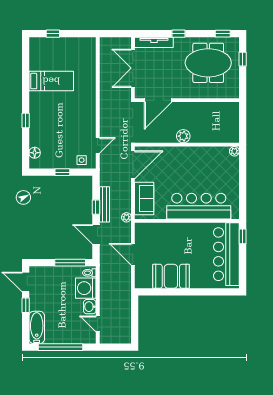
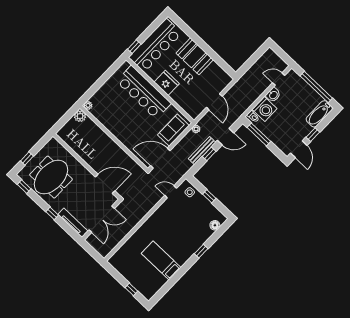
meeting table: (208, 63) -> (51, 177), turned 90
plant: (183, 136) -> (80, 116), moved
fridge: (187, 232) -> (167, 83), added
door: (96, 234) -> (226, 137), hinge flipped
booth: (171, 276) -> (195, 56), moved
door: (98, 324) -> (279, 79), swing flipped

